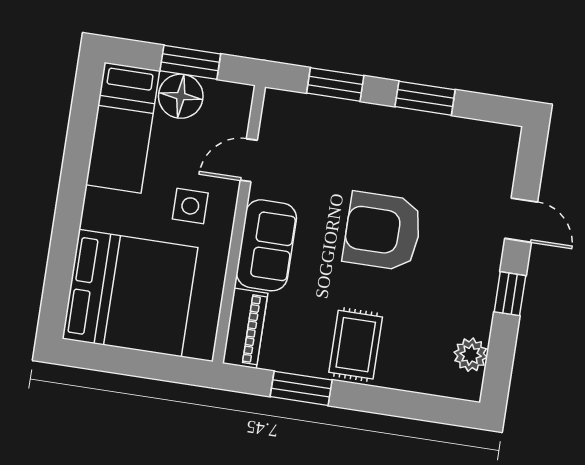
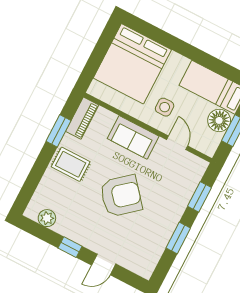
armchair: (383, 231) -> (121, 196), turned 50
piano: (245, 328) -> (82, 118), moved, turned -90

